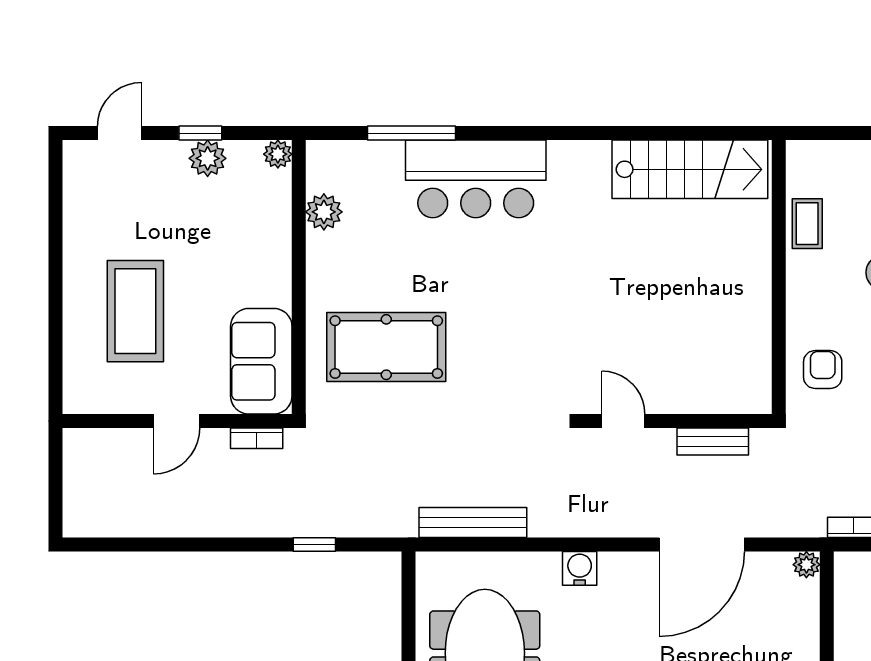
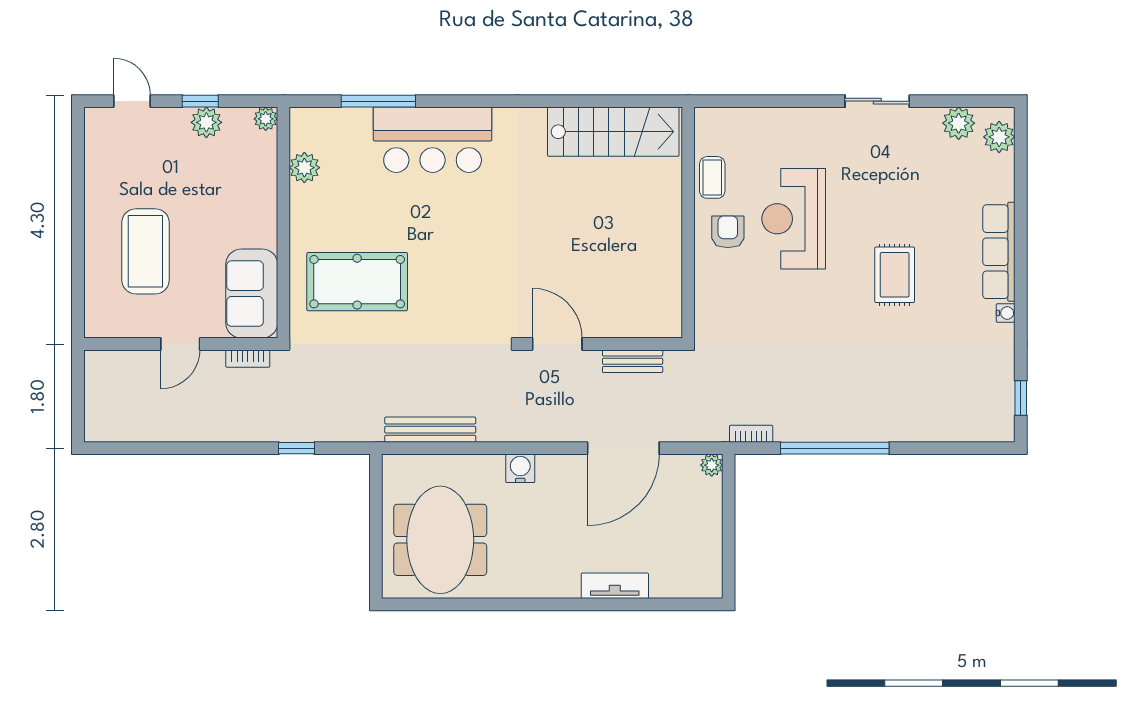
door: (119, 133) -> (132, 101), hinge flipped
armchair: (823, 370) -> (728, 232), moved
door: (623, 421) -> (557, 344), width x1.38

